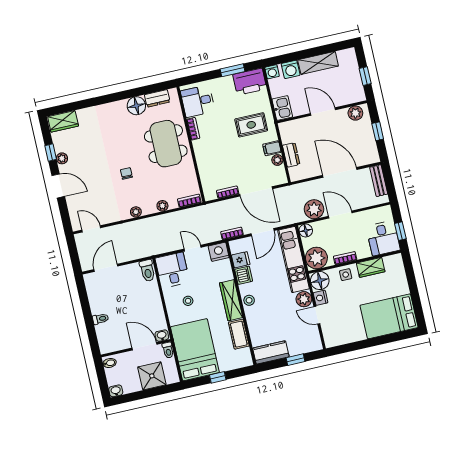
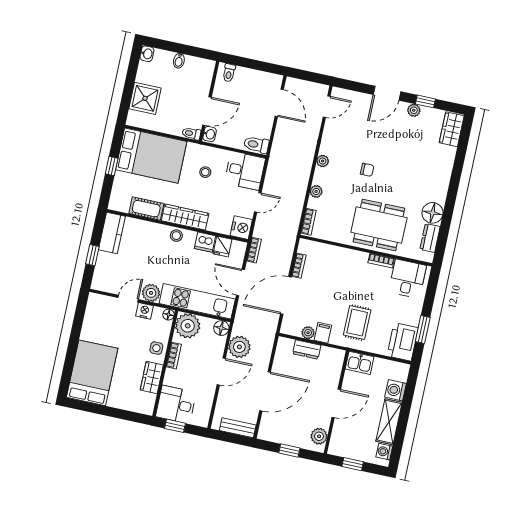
washing machine: (272, 72) -> (384, 452), moved
floor lamp: (320, 281) -> (168, 315), width x0.53, depth x0.53
washbasin: (162, 336) -> (210, 134), moved
door: (145, 346) -> (207, 111), moved
wall: (136, 348) -> (209, 101), moved
toilet: (168, 350) -> (191, 133), moved

